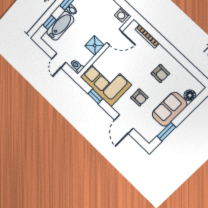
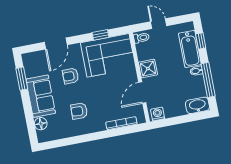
door: (124, 124) -> (56, 44), swing flipped

